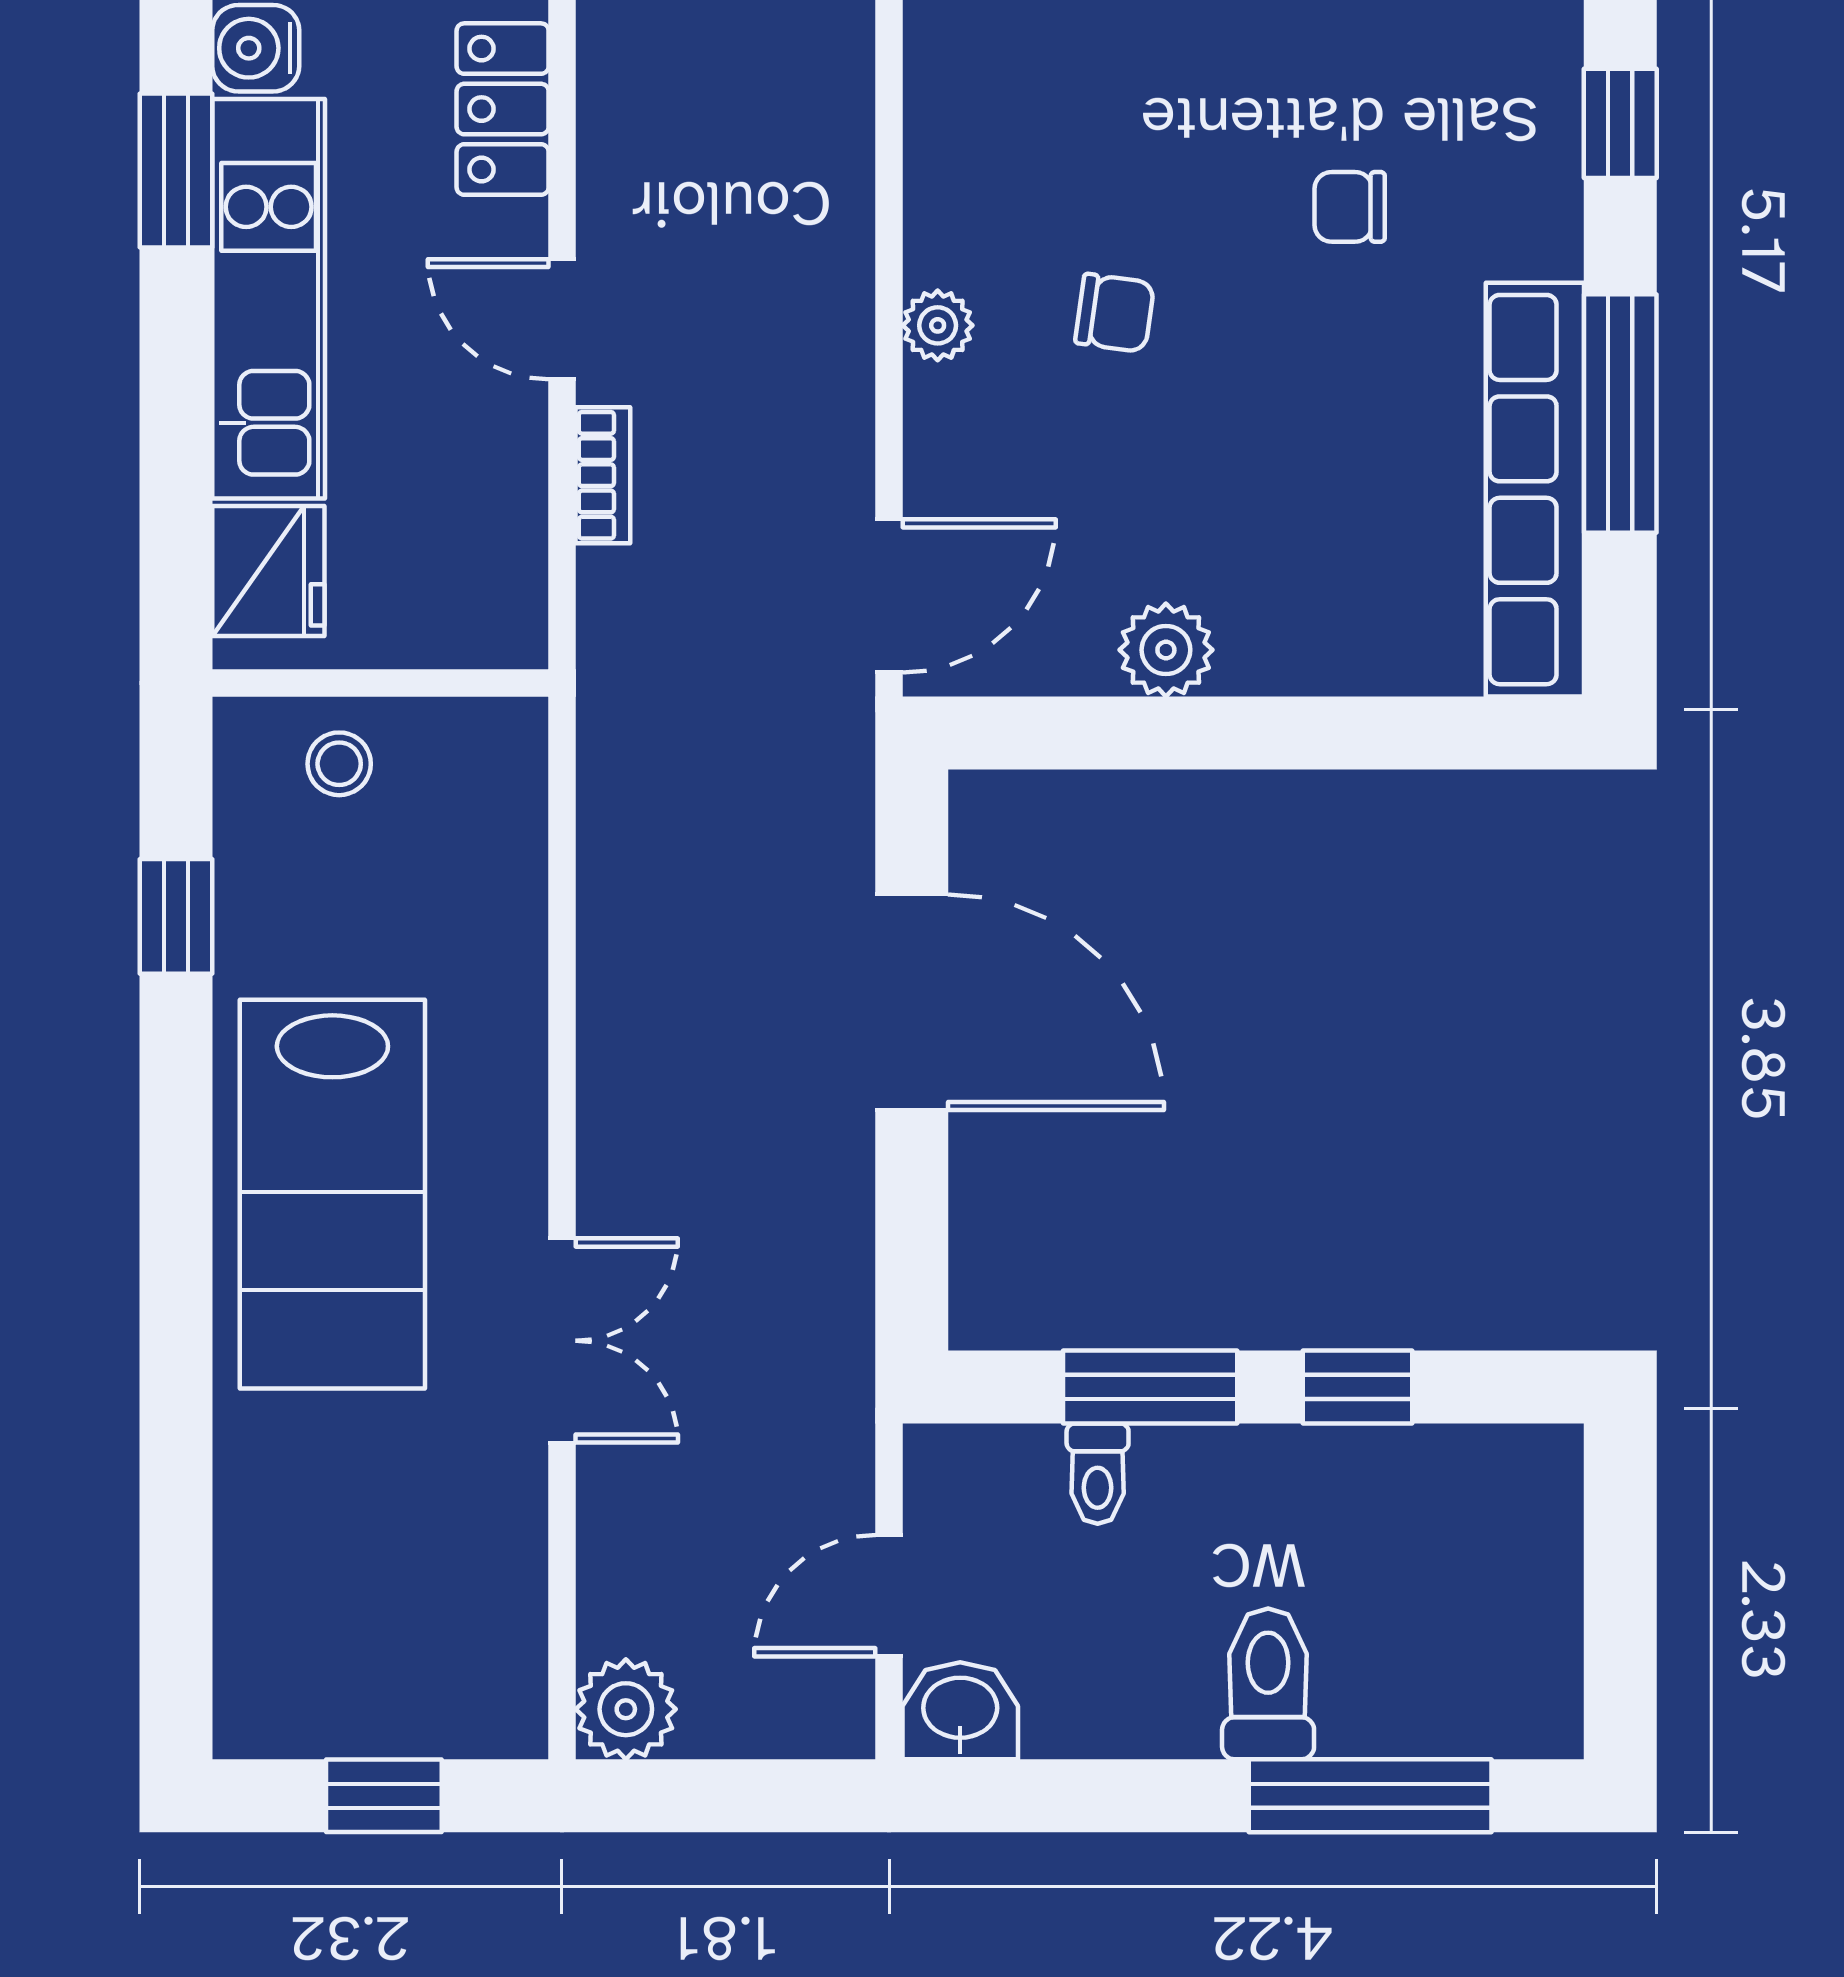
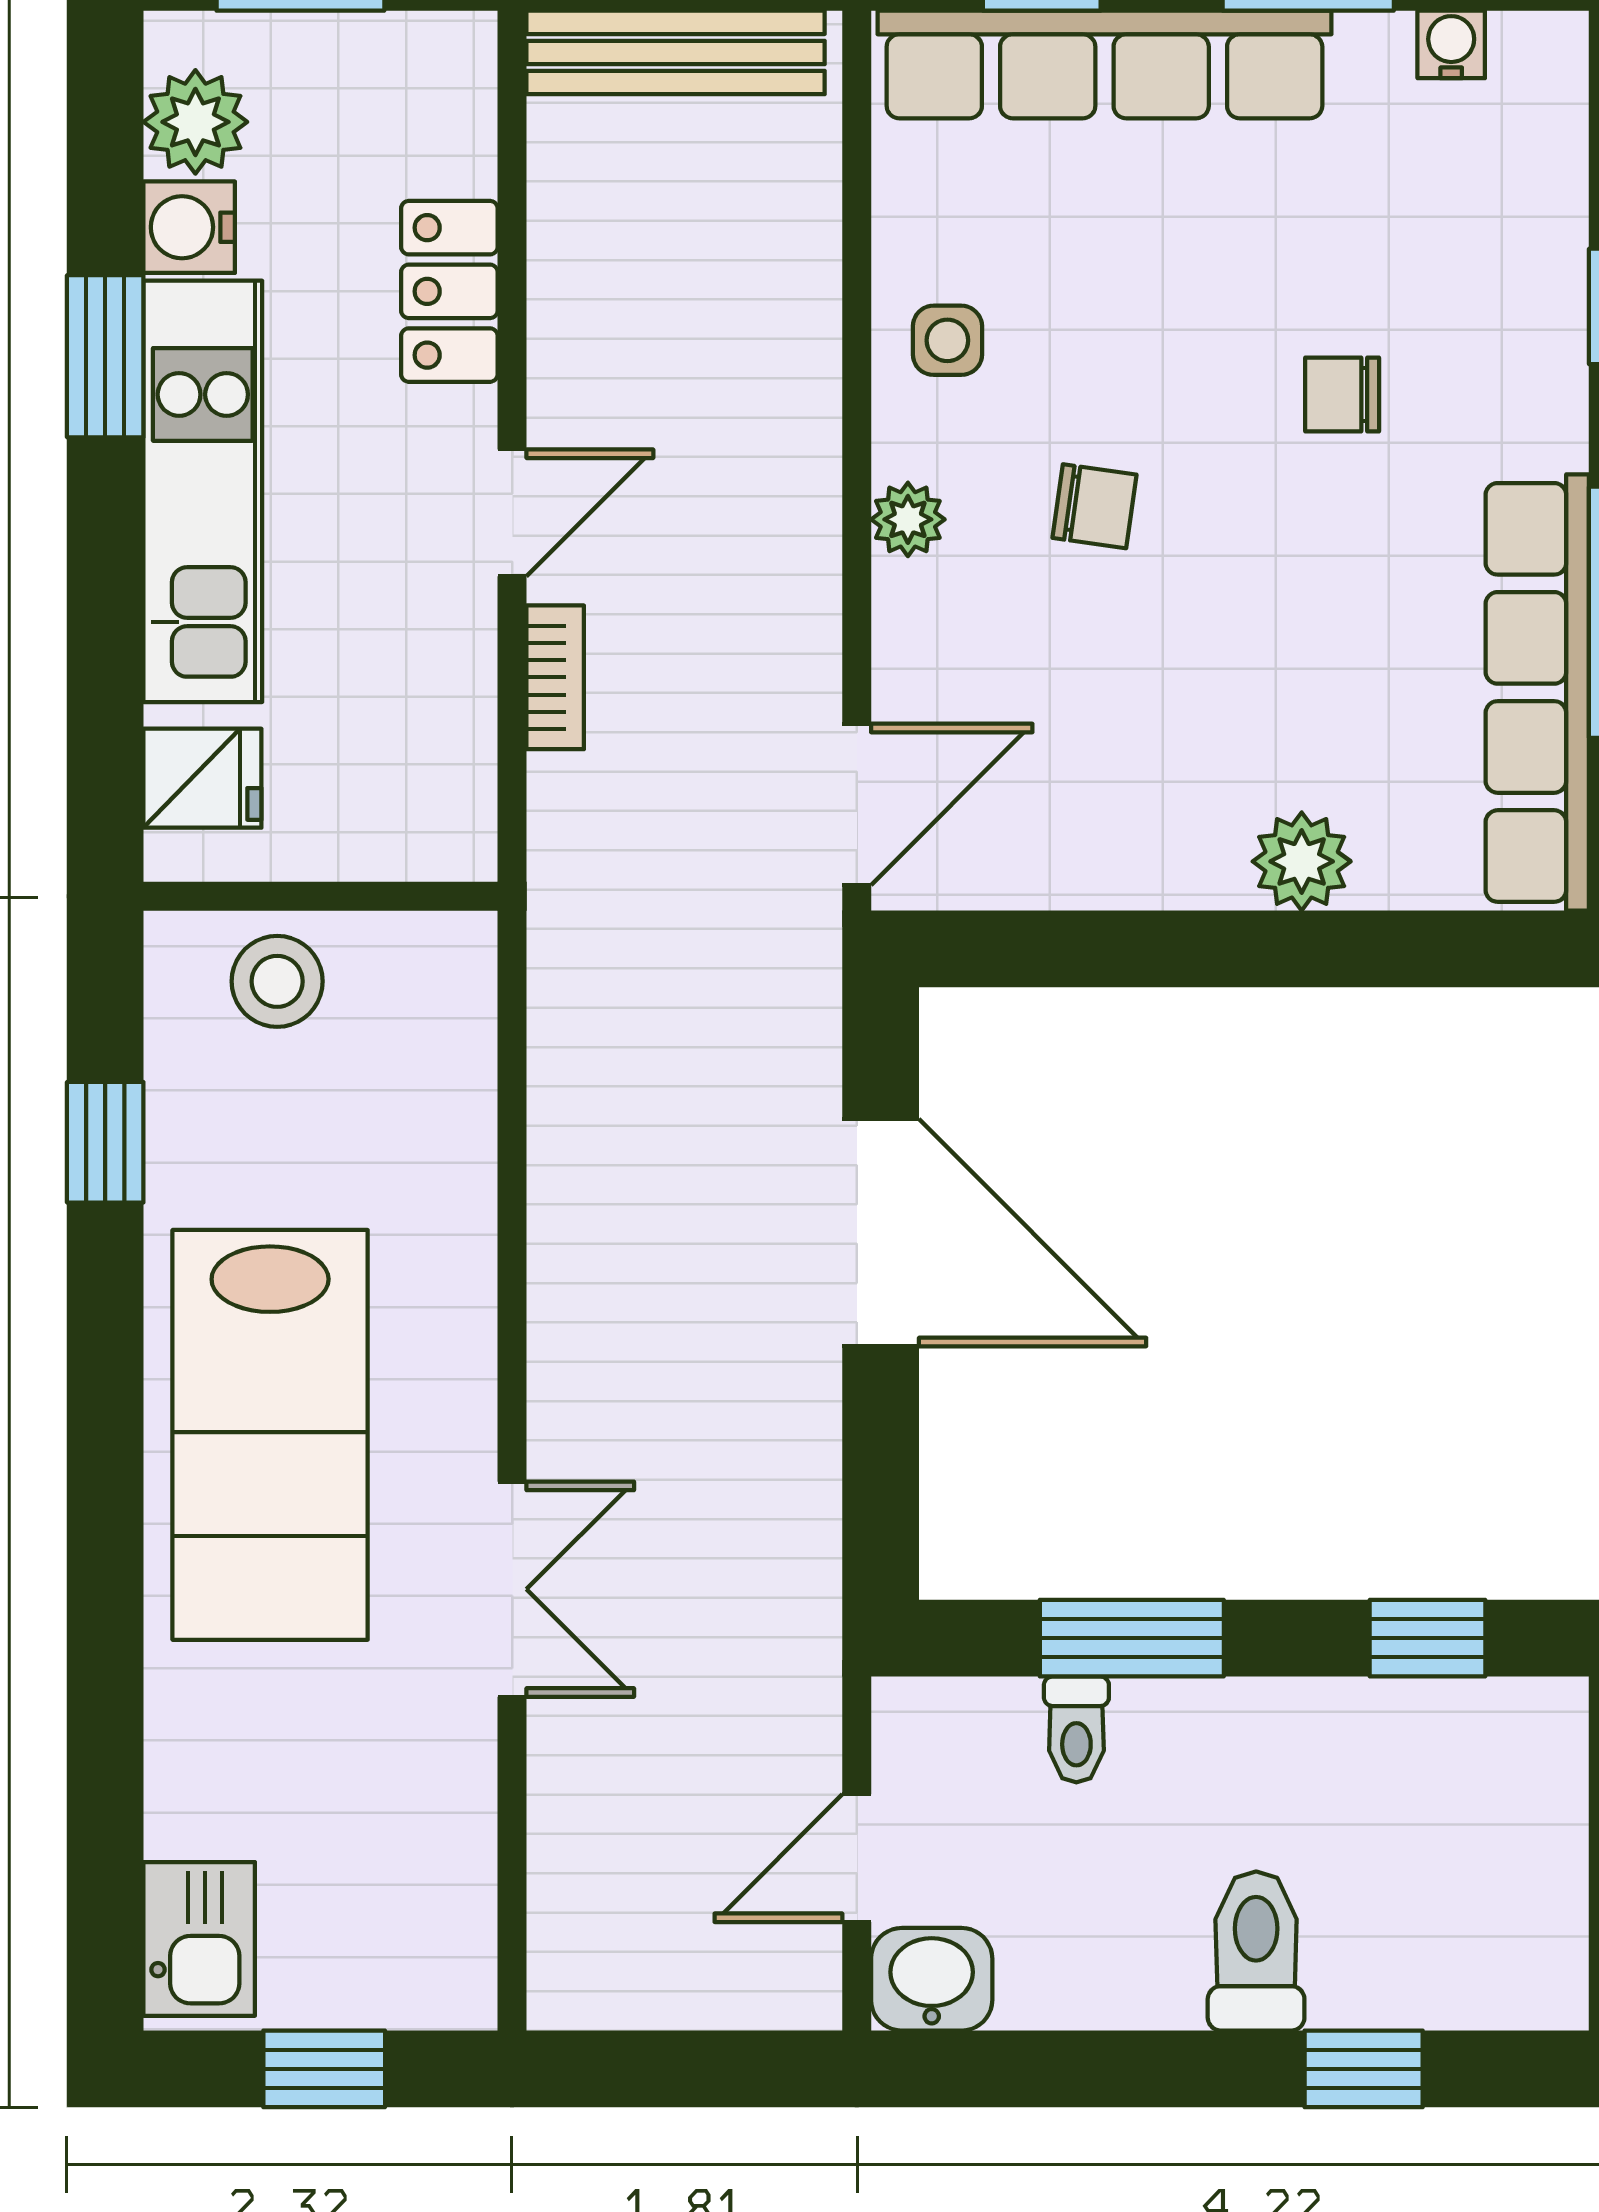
side table: (975, 156) -> (947, 340), added
door: (562, 319) -> (512, 513), swing flipped
fridge: (268, 571) -> (202, 778), width x0.72
plant: (1166, 650) -> (1302, 861), moved
stool: (339, 764) -> (277, 981), width x1.37, depth x1.37
window: (1358, 1387) -> (1428, 1638), moved
kitchen sink: (265, 1672) -> (199, 1939), added
plant: (626, 1709) -> (579, 1978), removed
window: (1370, 1796) -> (1364, 2069), width x0.46

